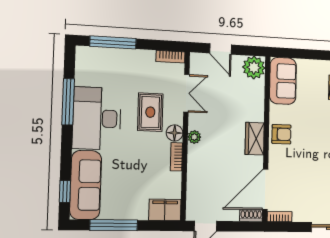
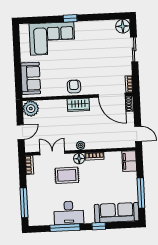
sofa: (283, 81) -> (31, 78), moved, turned 90
desk: (97, 118) -> (69, 213), width x0.73, depth x0.77
window: (65, 191) -> (99, 226), moved

